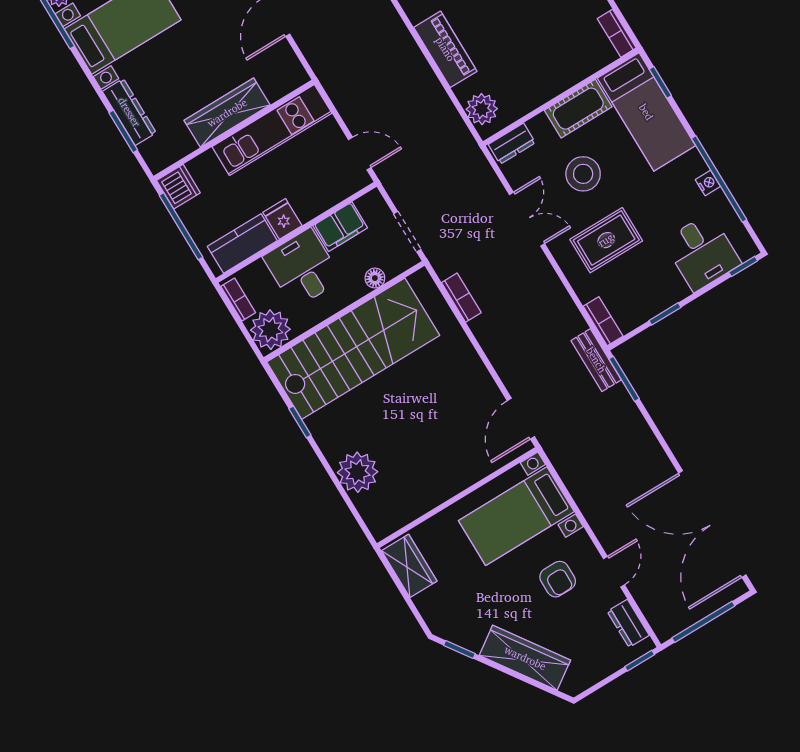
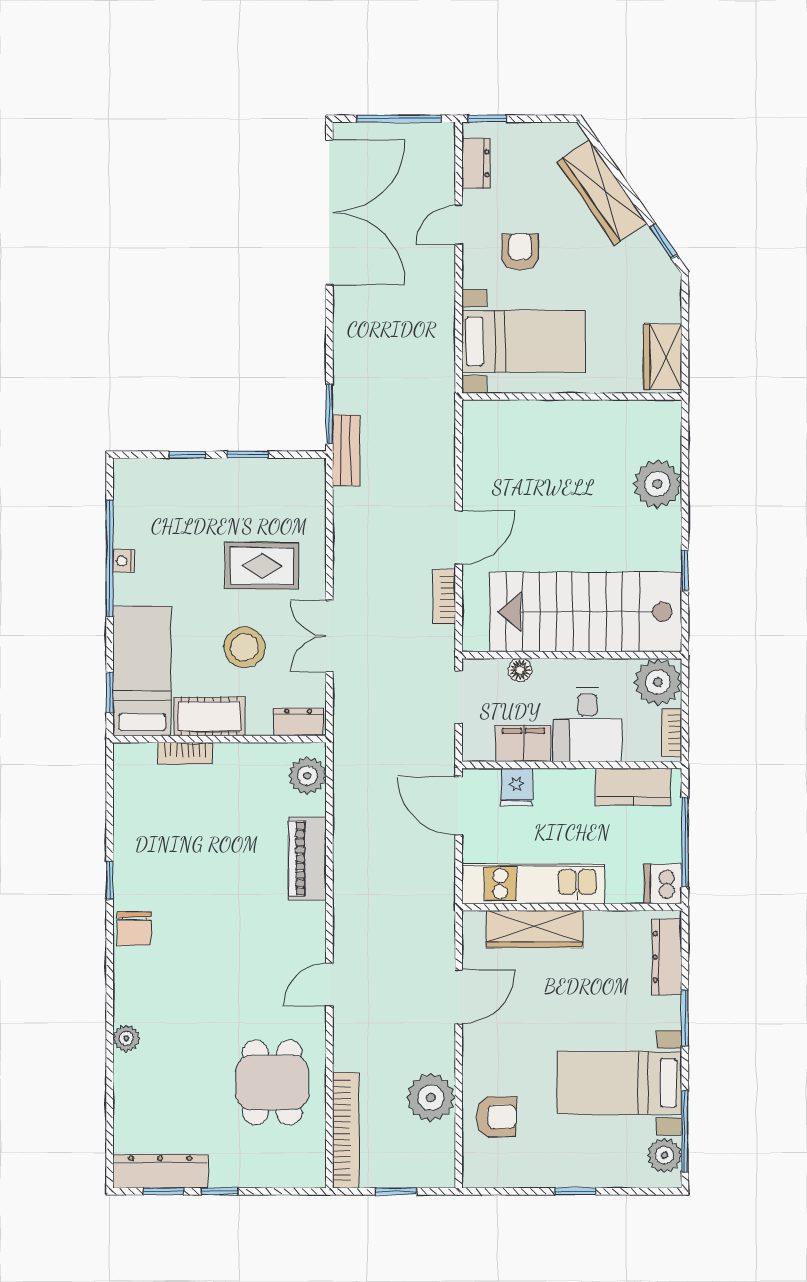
bookcase: (617, 33) -> (185, 753), moved, turned 90
dresser: (129, 112) -> (667, 957), moved
wardrobe: (227, 113) -> (535, 929), moved
window: (123, 131) -> (685, 1018), moved
door: (360, 154) -> (459, 806), width x1.38
fridge: (282, 219) -> (517, 787), moved
desk: (702, 252) -> (172, 494), removed
window: (743, 266) -> (187, 455), moved
bookcase: (603, 321) -> (315, 485), removed
door: (521, 419) -> (459, 537), moved

